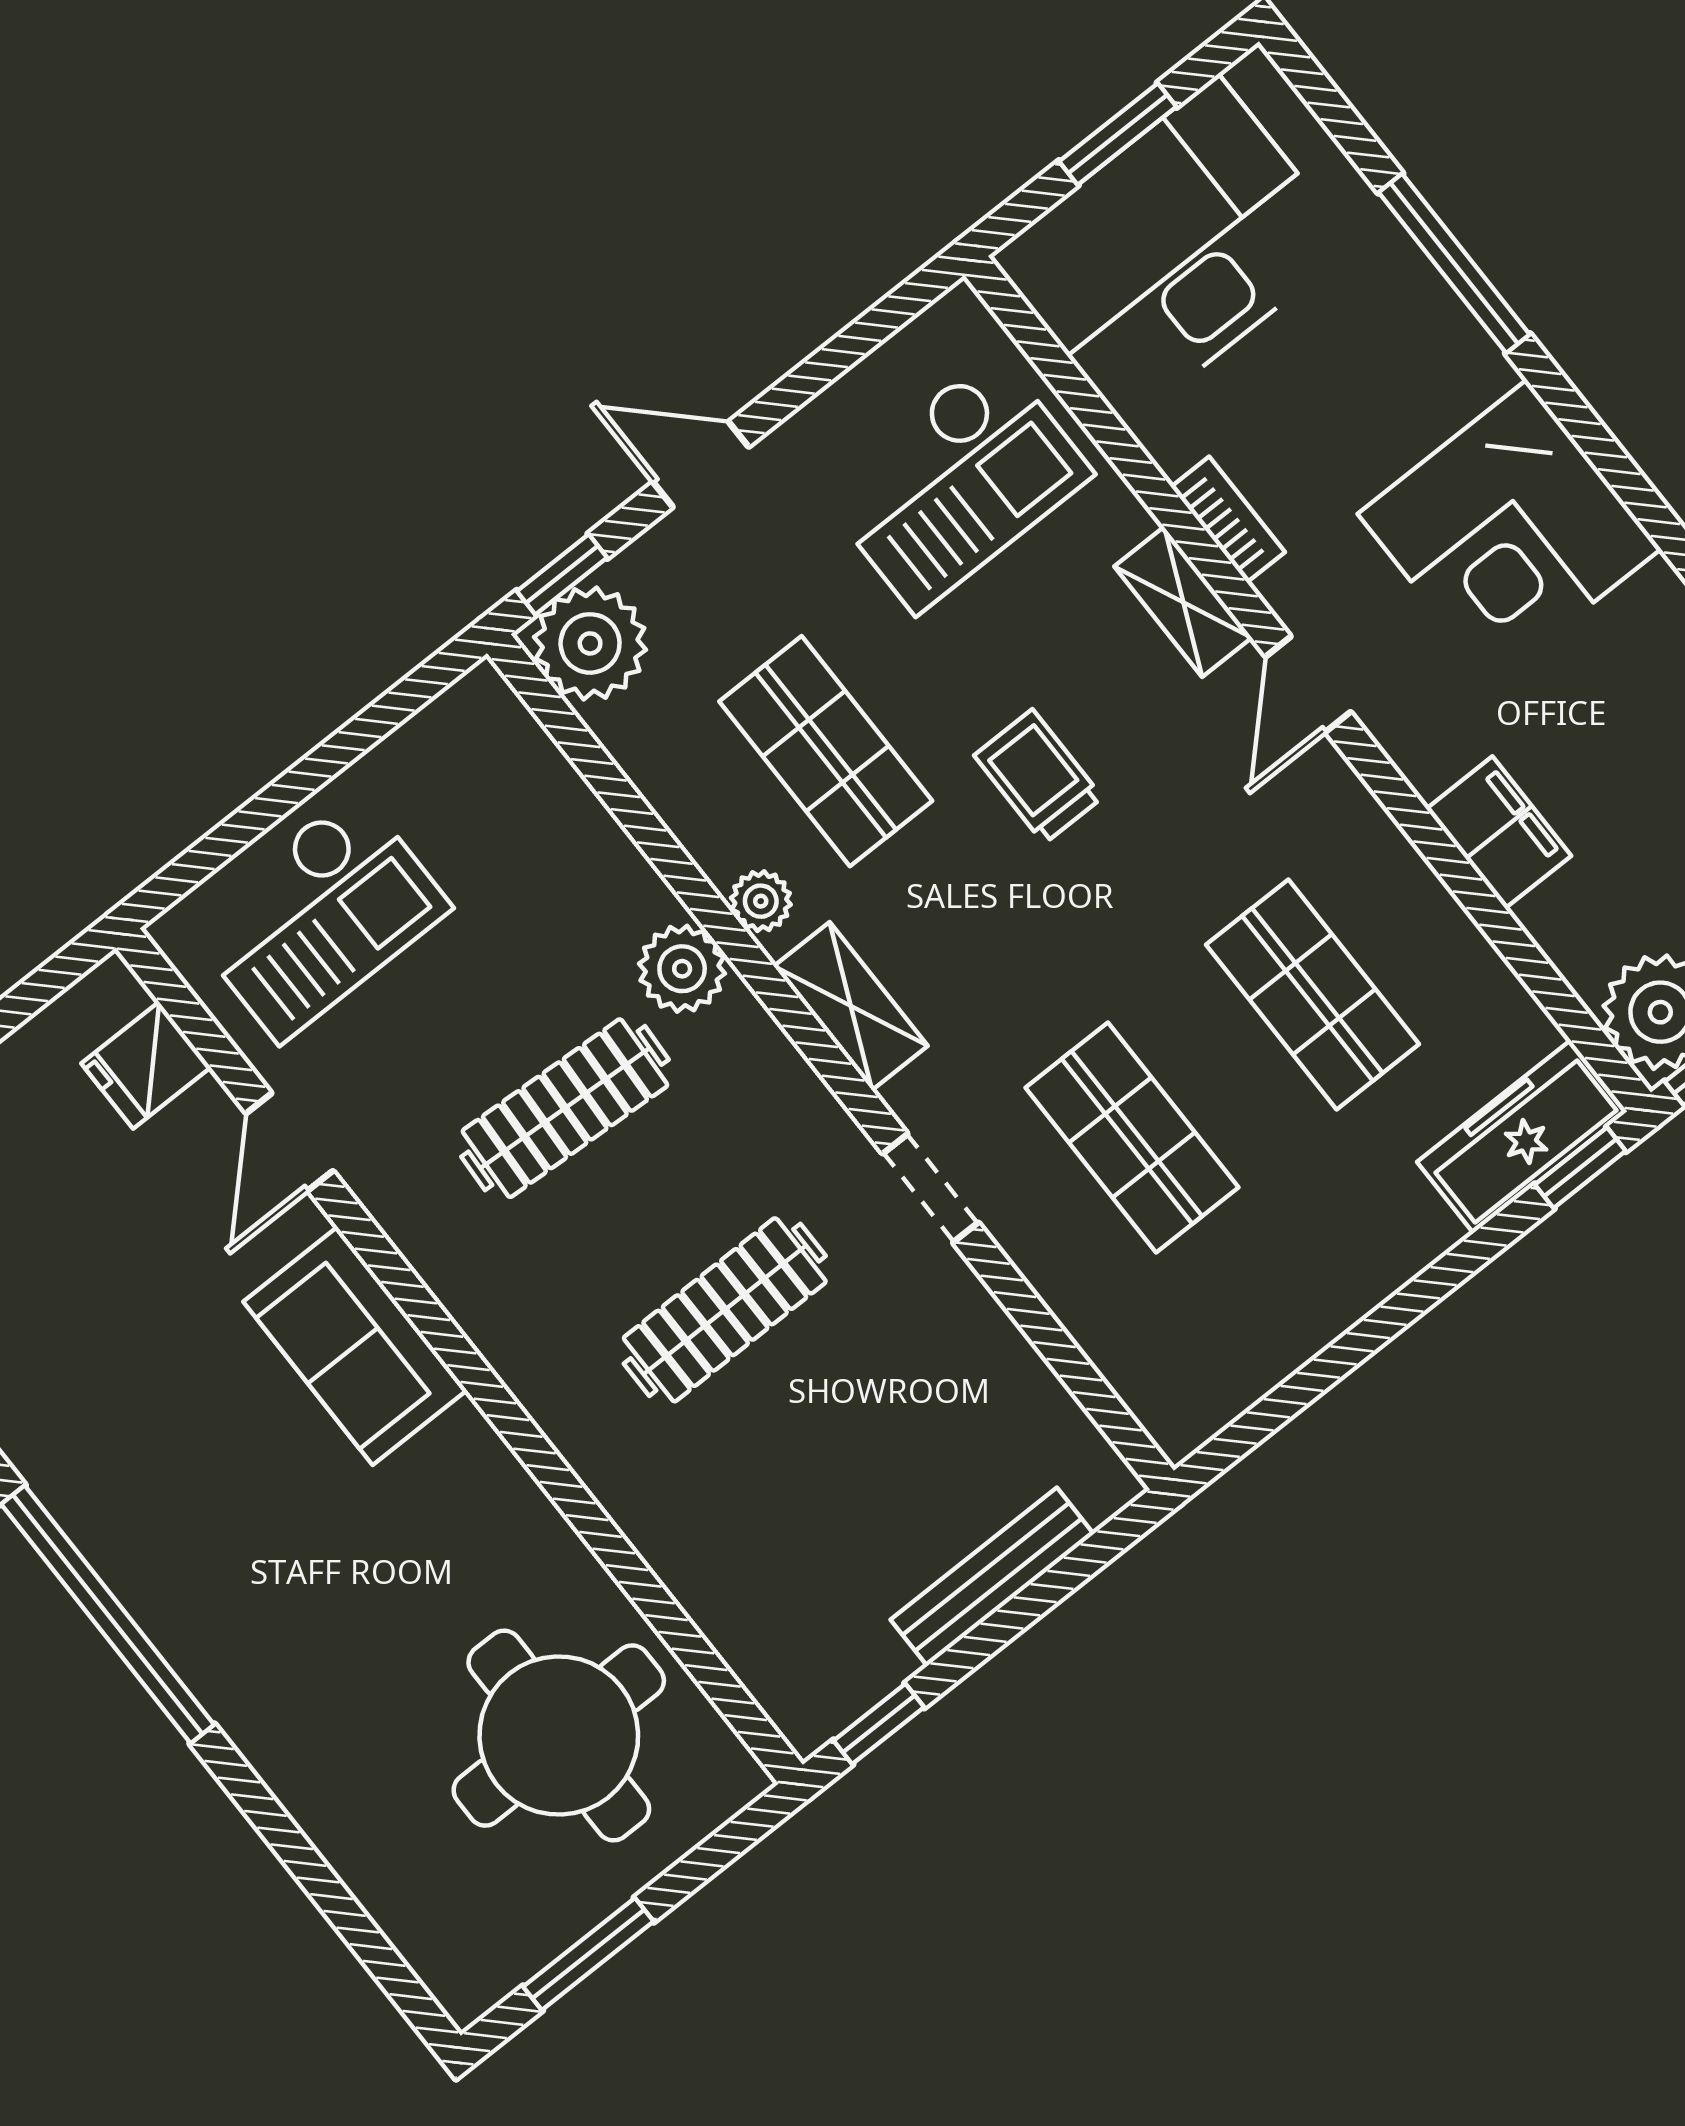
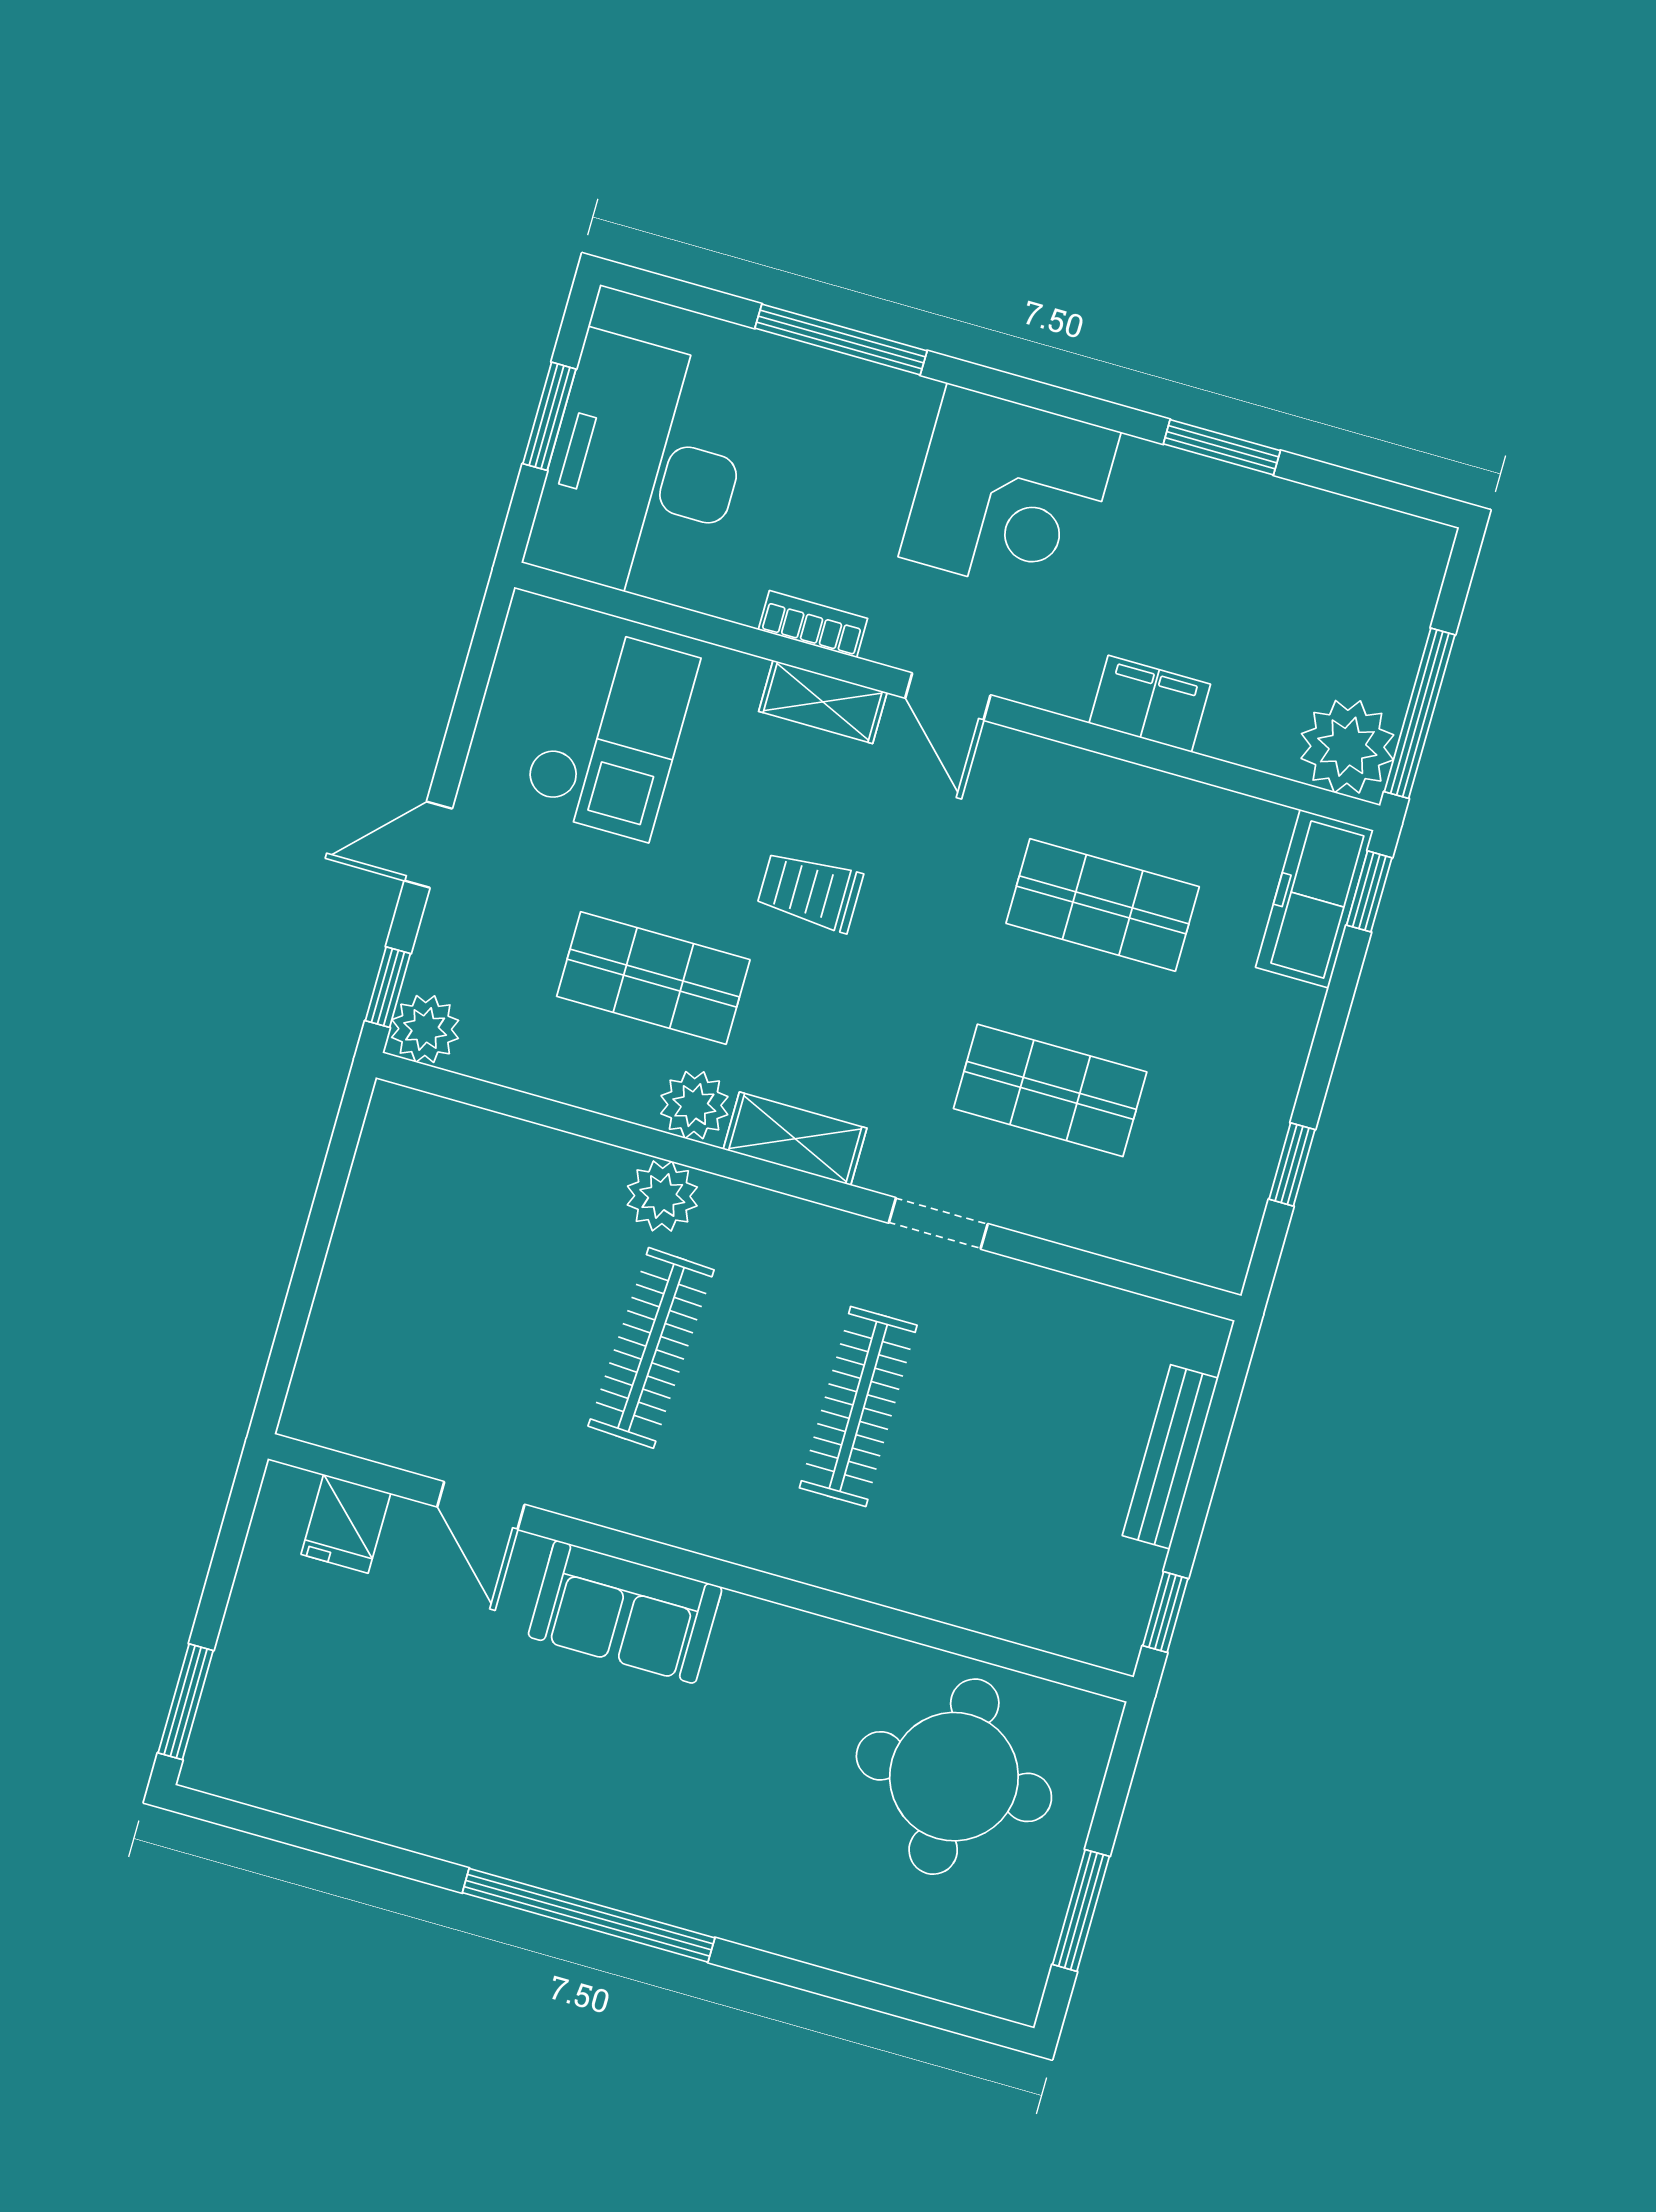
plant: (590, 643) -> (425, 1029), width x0.73, depth x0.73
plant: (761, 901) -> (694, 1105), width x1.38, depth x1.38
checkout: (318, 916) -> (389, 1338), removed
window: (1315, 1378) -> (1292, 1164), added

